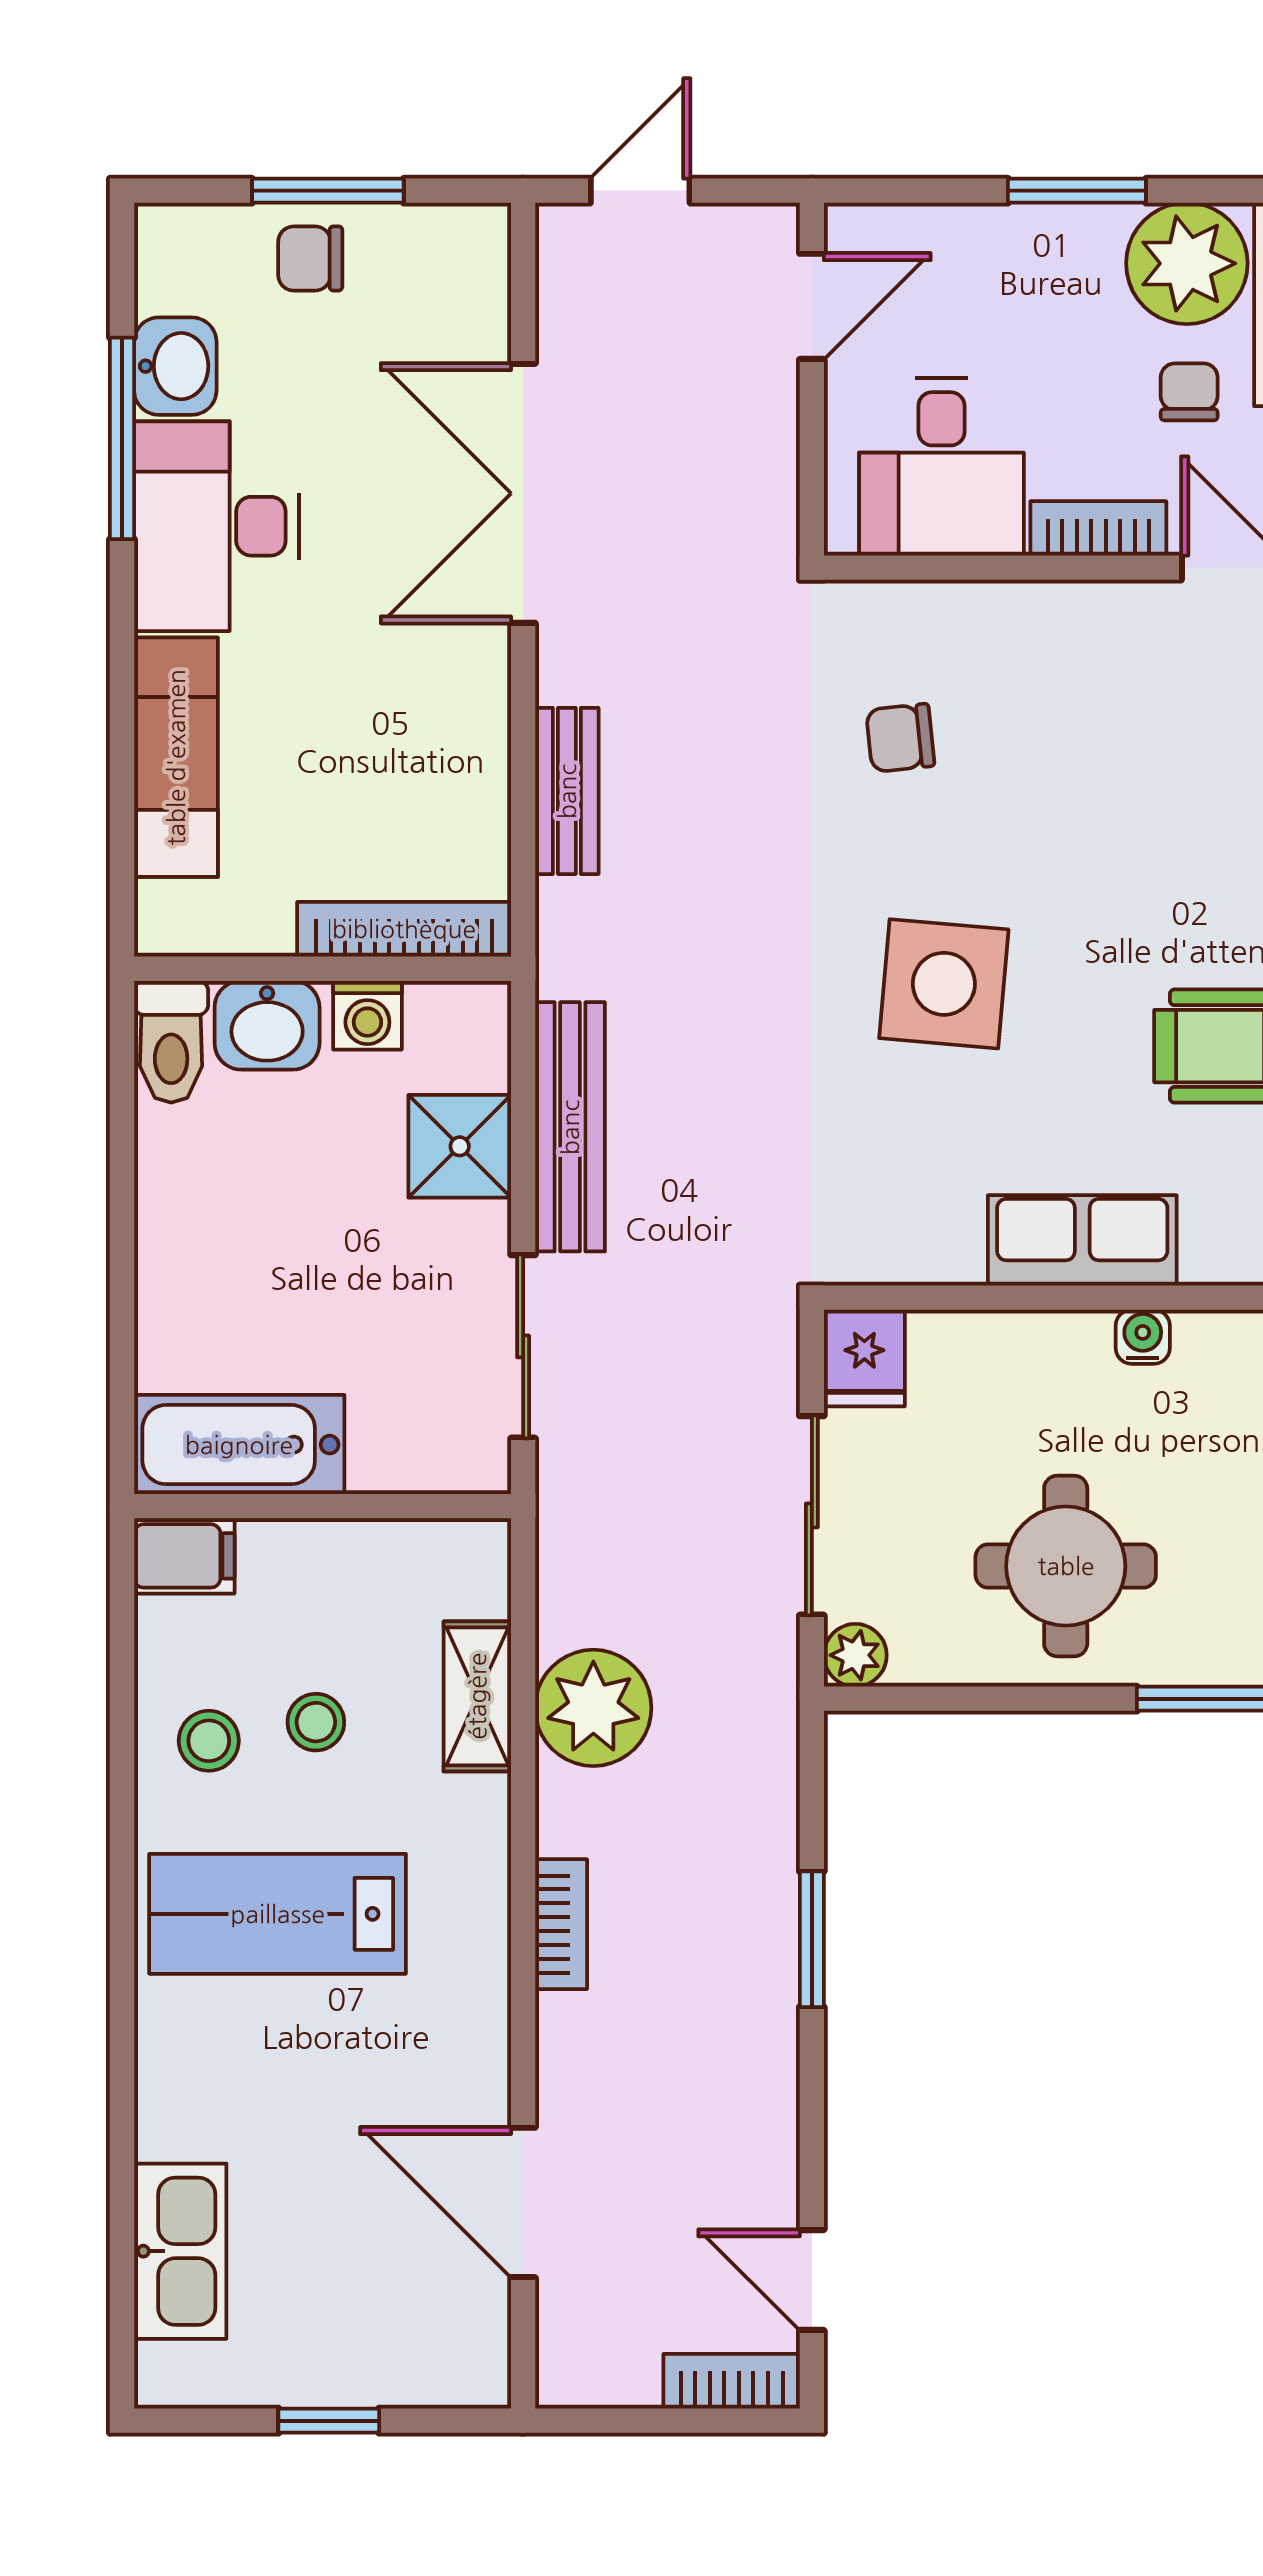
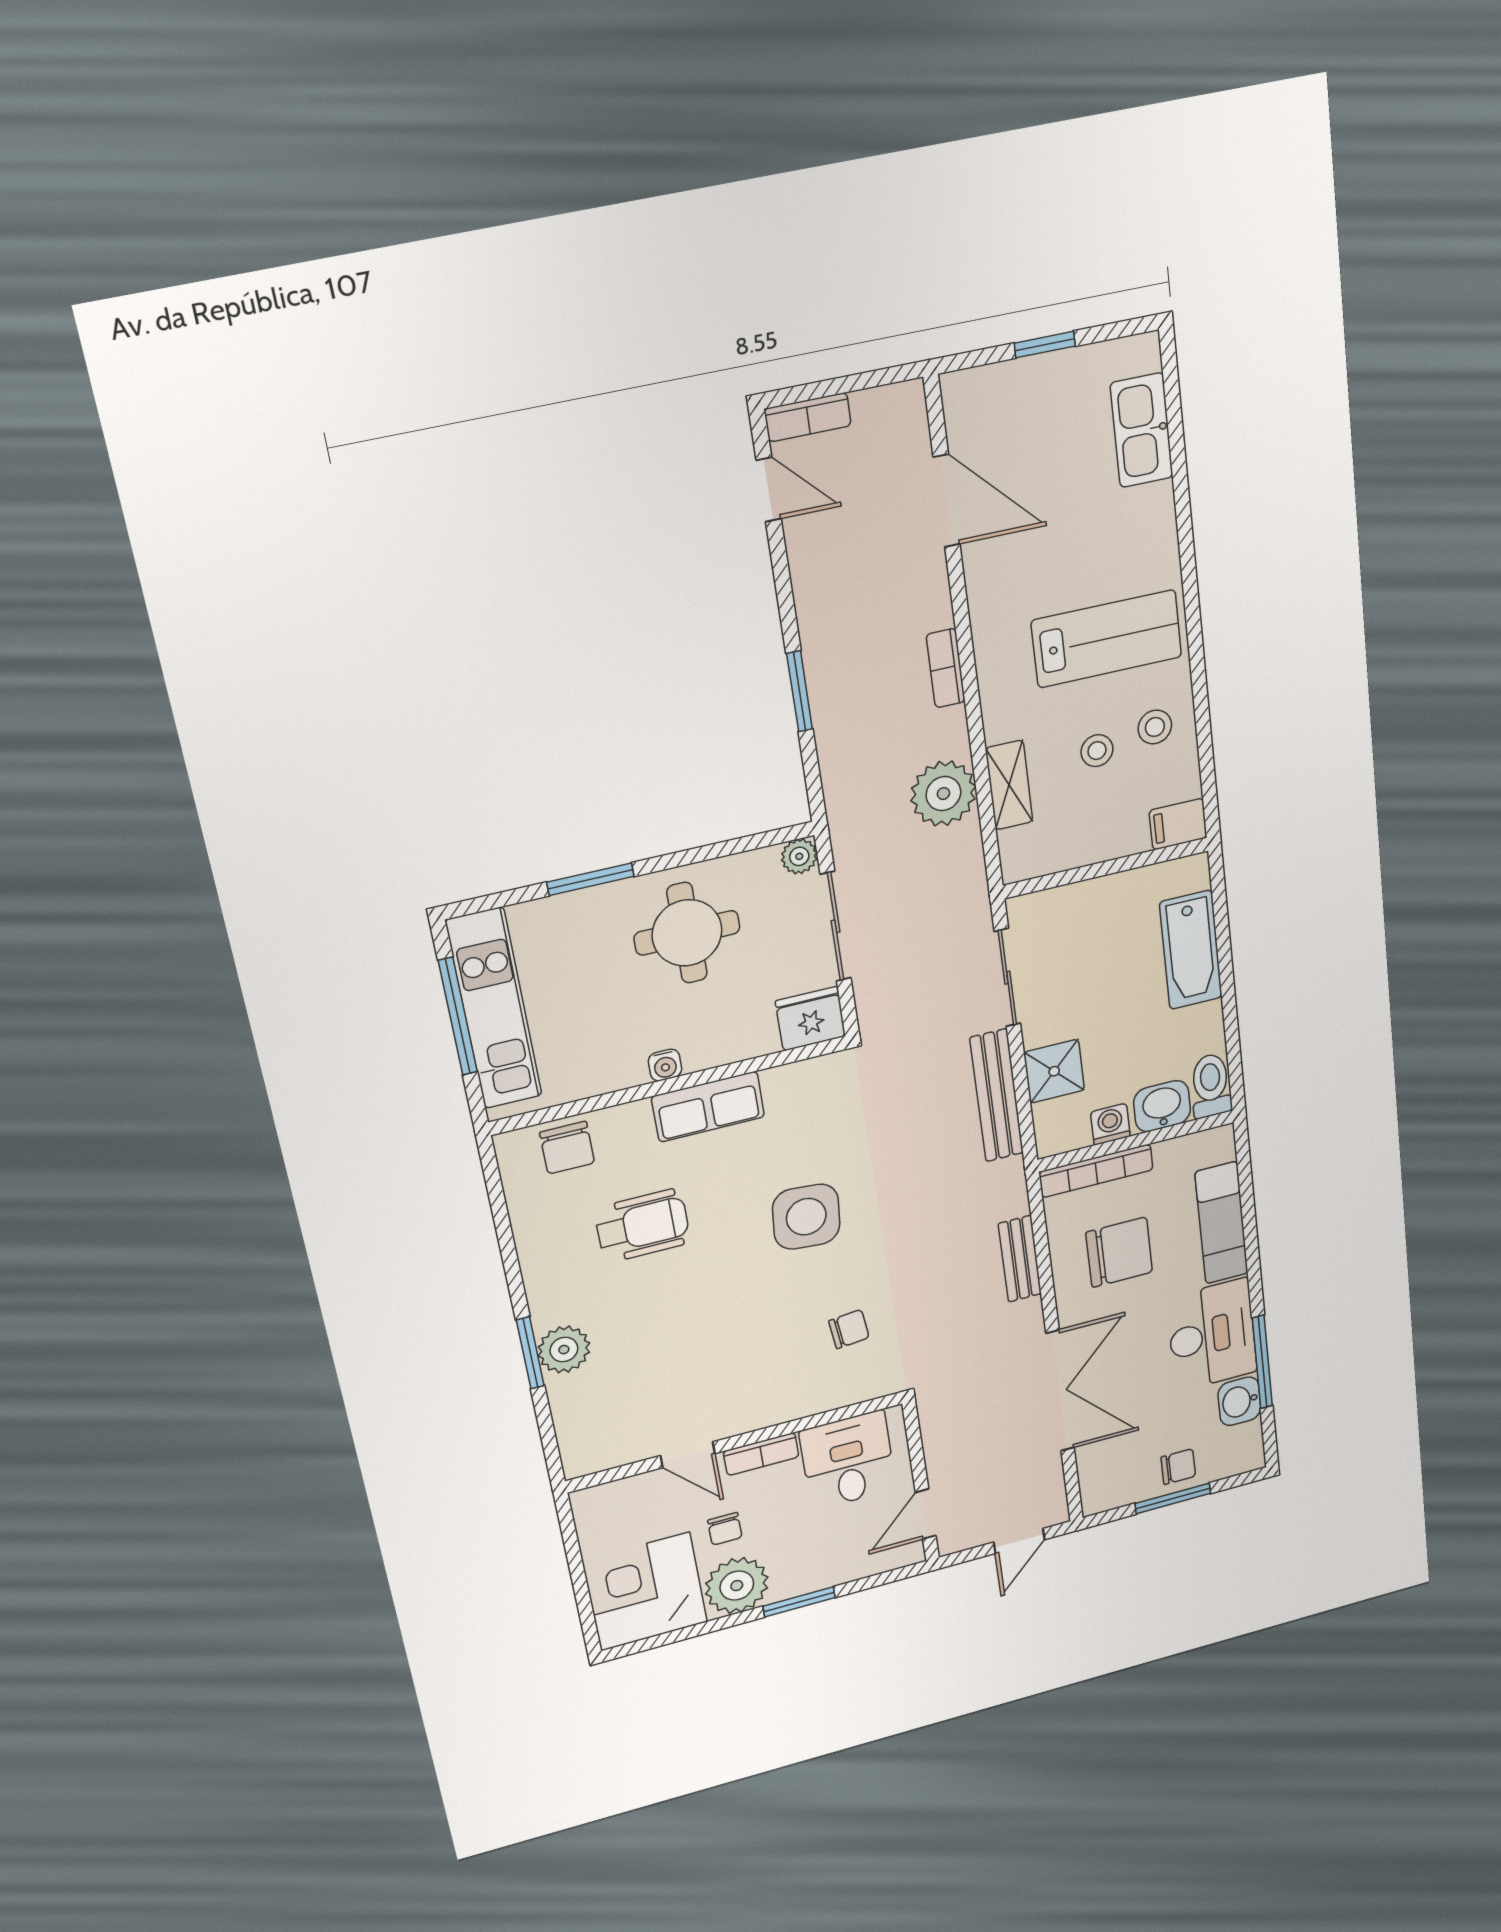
chair: (378, 752) -> (1119, 1252), added
fridge: (864, 1358) -> (811, 1019), width x1.38
bathtub: (239, 1445) -> (1191, 950), moved, turned 90

